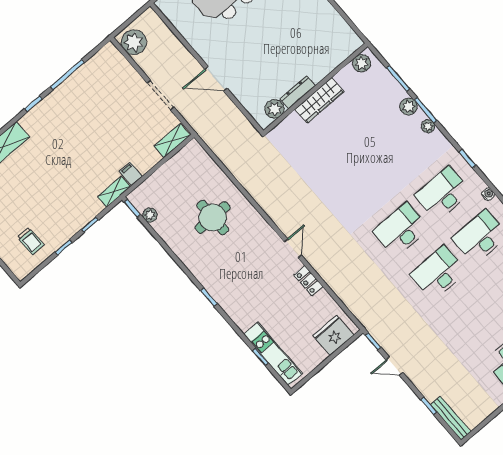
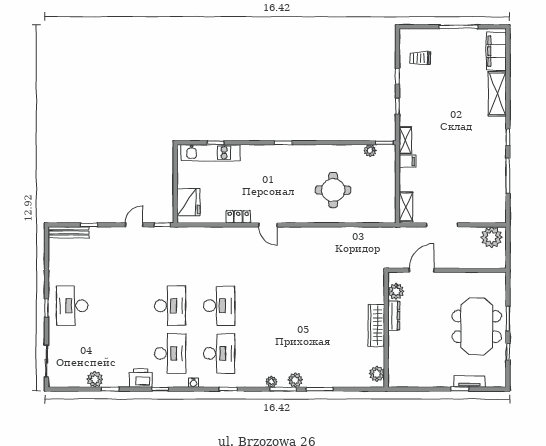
plant: (361, 63) -> (377, 374), moved
wall: (316, 88) -> (386, 330), moved
dresser: (298, 92) -> (394, 316), moved
wardrobe: (319, 100) -> (376, 325), moved
plant: (274, 109) -> (396, 291), moved

